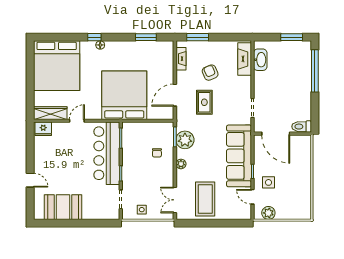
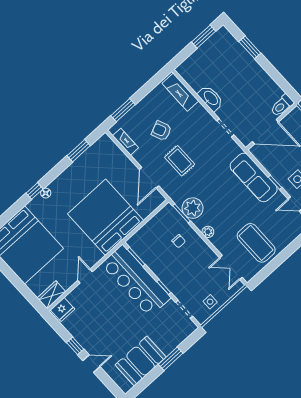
washbasin: (260, 60) -> (211, 98), moved
window: (315, 71) -> (250, 47), width x0.47
wardrobe: (50, 113) -> (51, 295), width x0.67
sofa: (239, 156) -> (254, 178), width x0.74, depth x0.79
window: (30, 159) -> (75, 346), added
window: (83, 223) -> (171, 359), added

